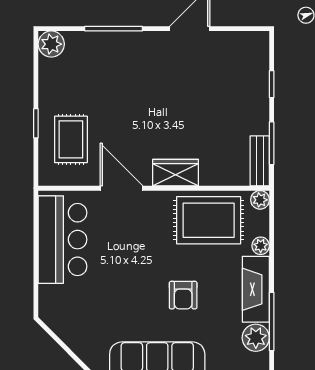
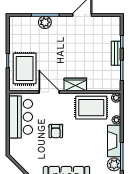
plant: (51, 44) -> (45, 22), moved
rug: (71, 139) -> (25, 69), width x1.36, depth x1.43
bench: (260, 161) -> (116, 53), moved
armchair: (183, 295) -> (56, 131), moved

